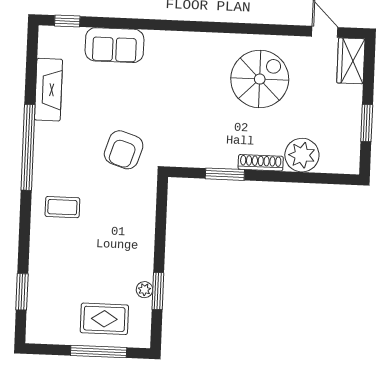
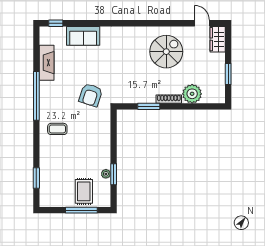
rug: (104, 319) -> (84, 191), turned 90

